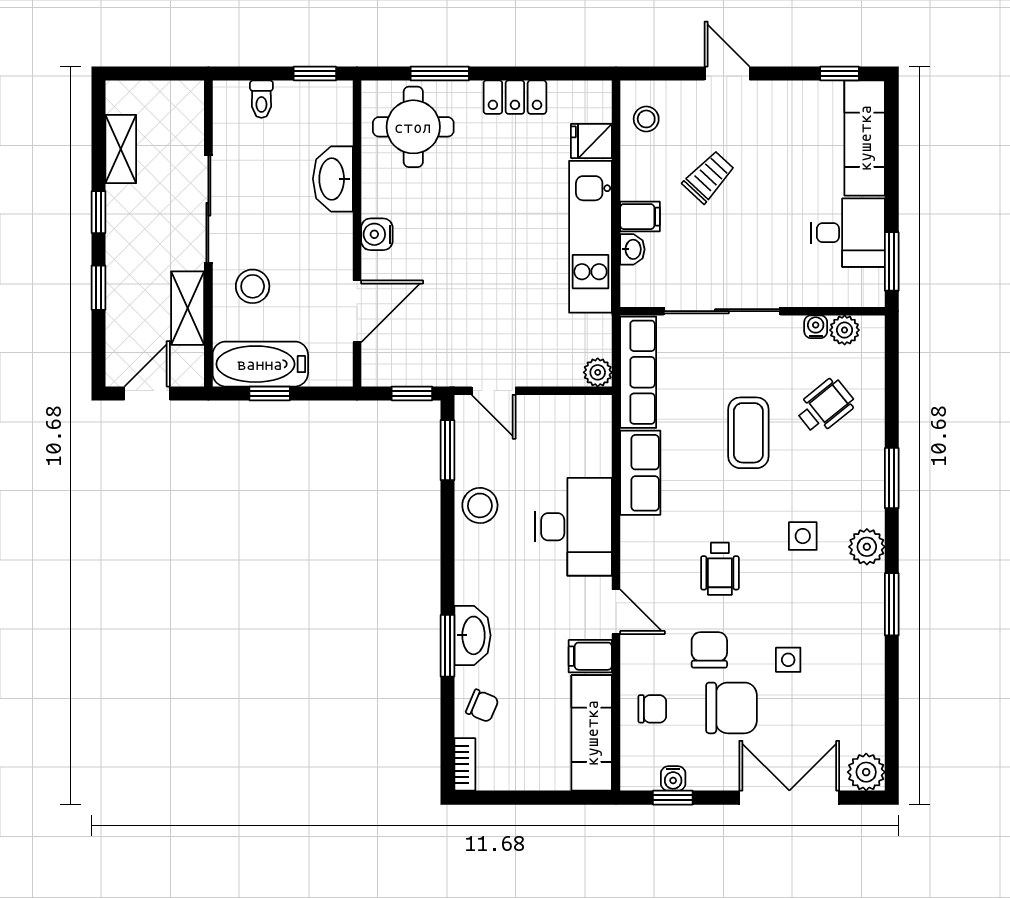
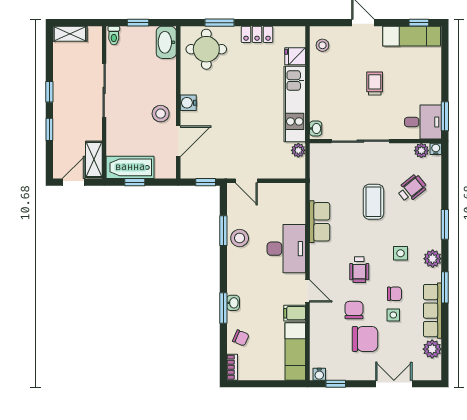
window: (315, 74) -> (138, 23), moved
toilet: (261, 99) -> (114, 35), moved
exam couch: (865, 138) -> (412, 36), moved, turned -90
shelving: (121, 149) -> (70, 34), moved, turned 90
trolley: (709, 177) -> (375, 84), moved, turned -43
washbasin: (333, 179) -> (166, 42), moved
filing cabinet: (640, 217) -> (319, 94), removed
desk: (848, 233) -> (423, 122), moved
washbasin: (632, 249) -> (316, 129), moved
stool: (253, 286) -> (161, 114), moved
shelving: (188, 308) -> (94, 159), moved
water cooler: (816, 327) -> (436, 149), moved
plant: (598, 372) -> (298, 150), moved
row of seats: (638, 372) -> (432, 311), moved, turned 180
window: (447, 450) -> (223, 231), moved
washbasin: (472, 635) -> (233, 303), width x0.52, depth x0.69
chair: (652, 709) -> (394, 294), moved
plant: (866, 772) -> (432, 349), moved
water cooler: (673, 778) -> (319, 374), moved
double door: (789, 798) -> (394, 384), width x0.73

